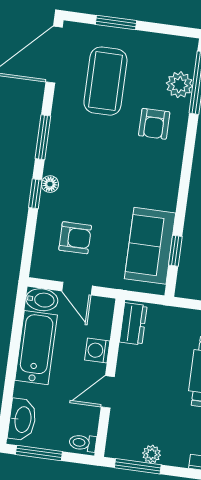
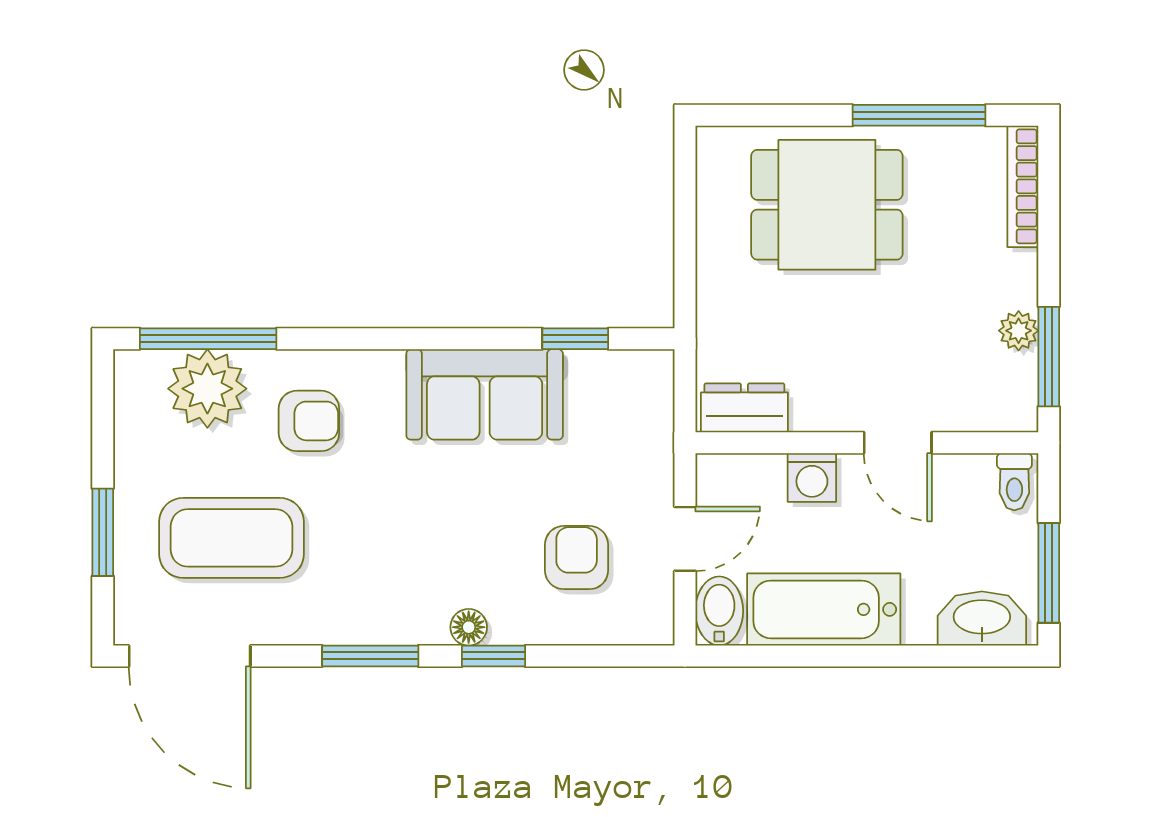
plant: (179, 85) -> (207, 389), width x1.36, depth x1.36
sofa: (150, 246) -> (485, 394), moved

